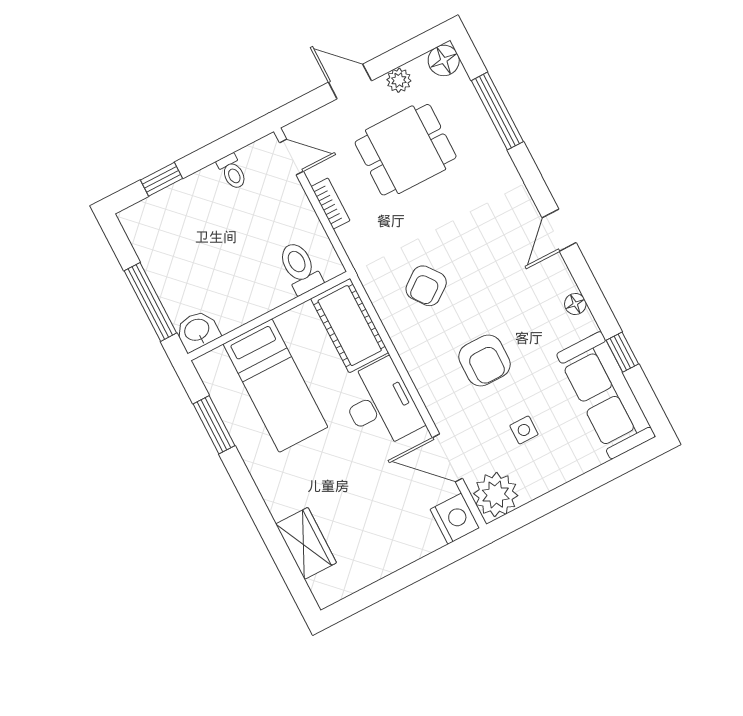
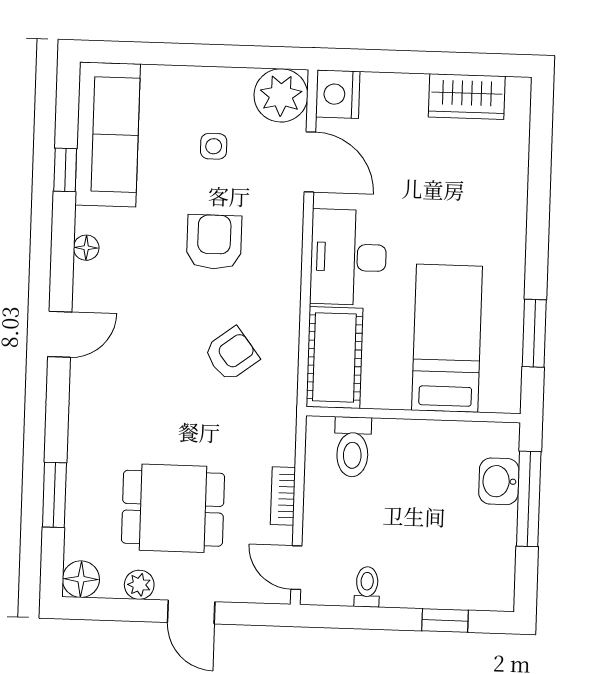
window: (497, 111) -> (54, 495), width x0.69
washbasin: (197, 331) -> (499, 481), moved, turned 90
wardrobe: (306, 543) -> (467, 97), moved, turned -90

